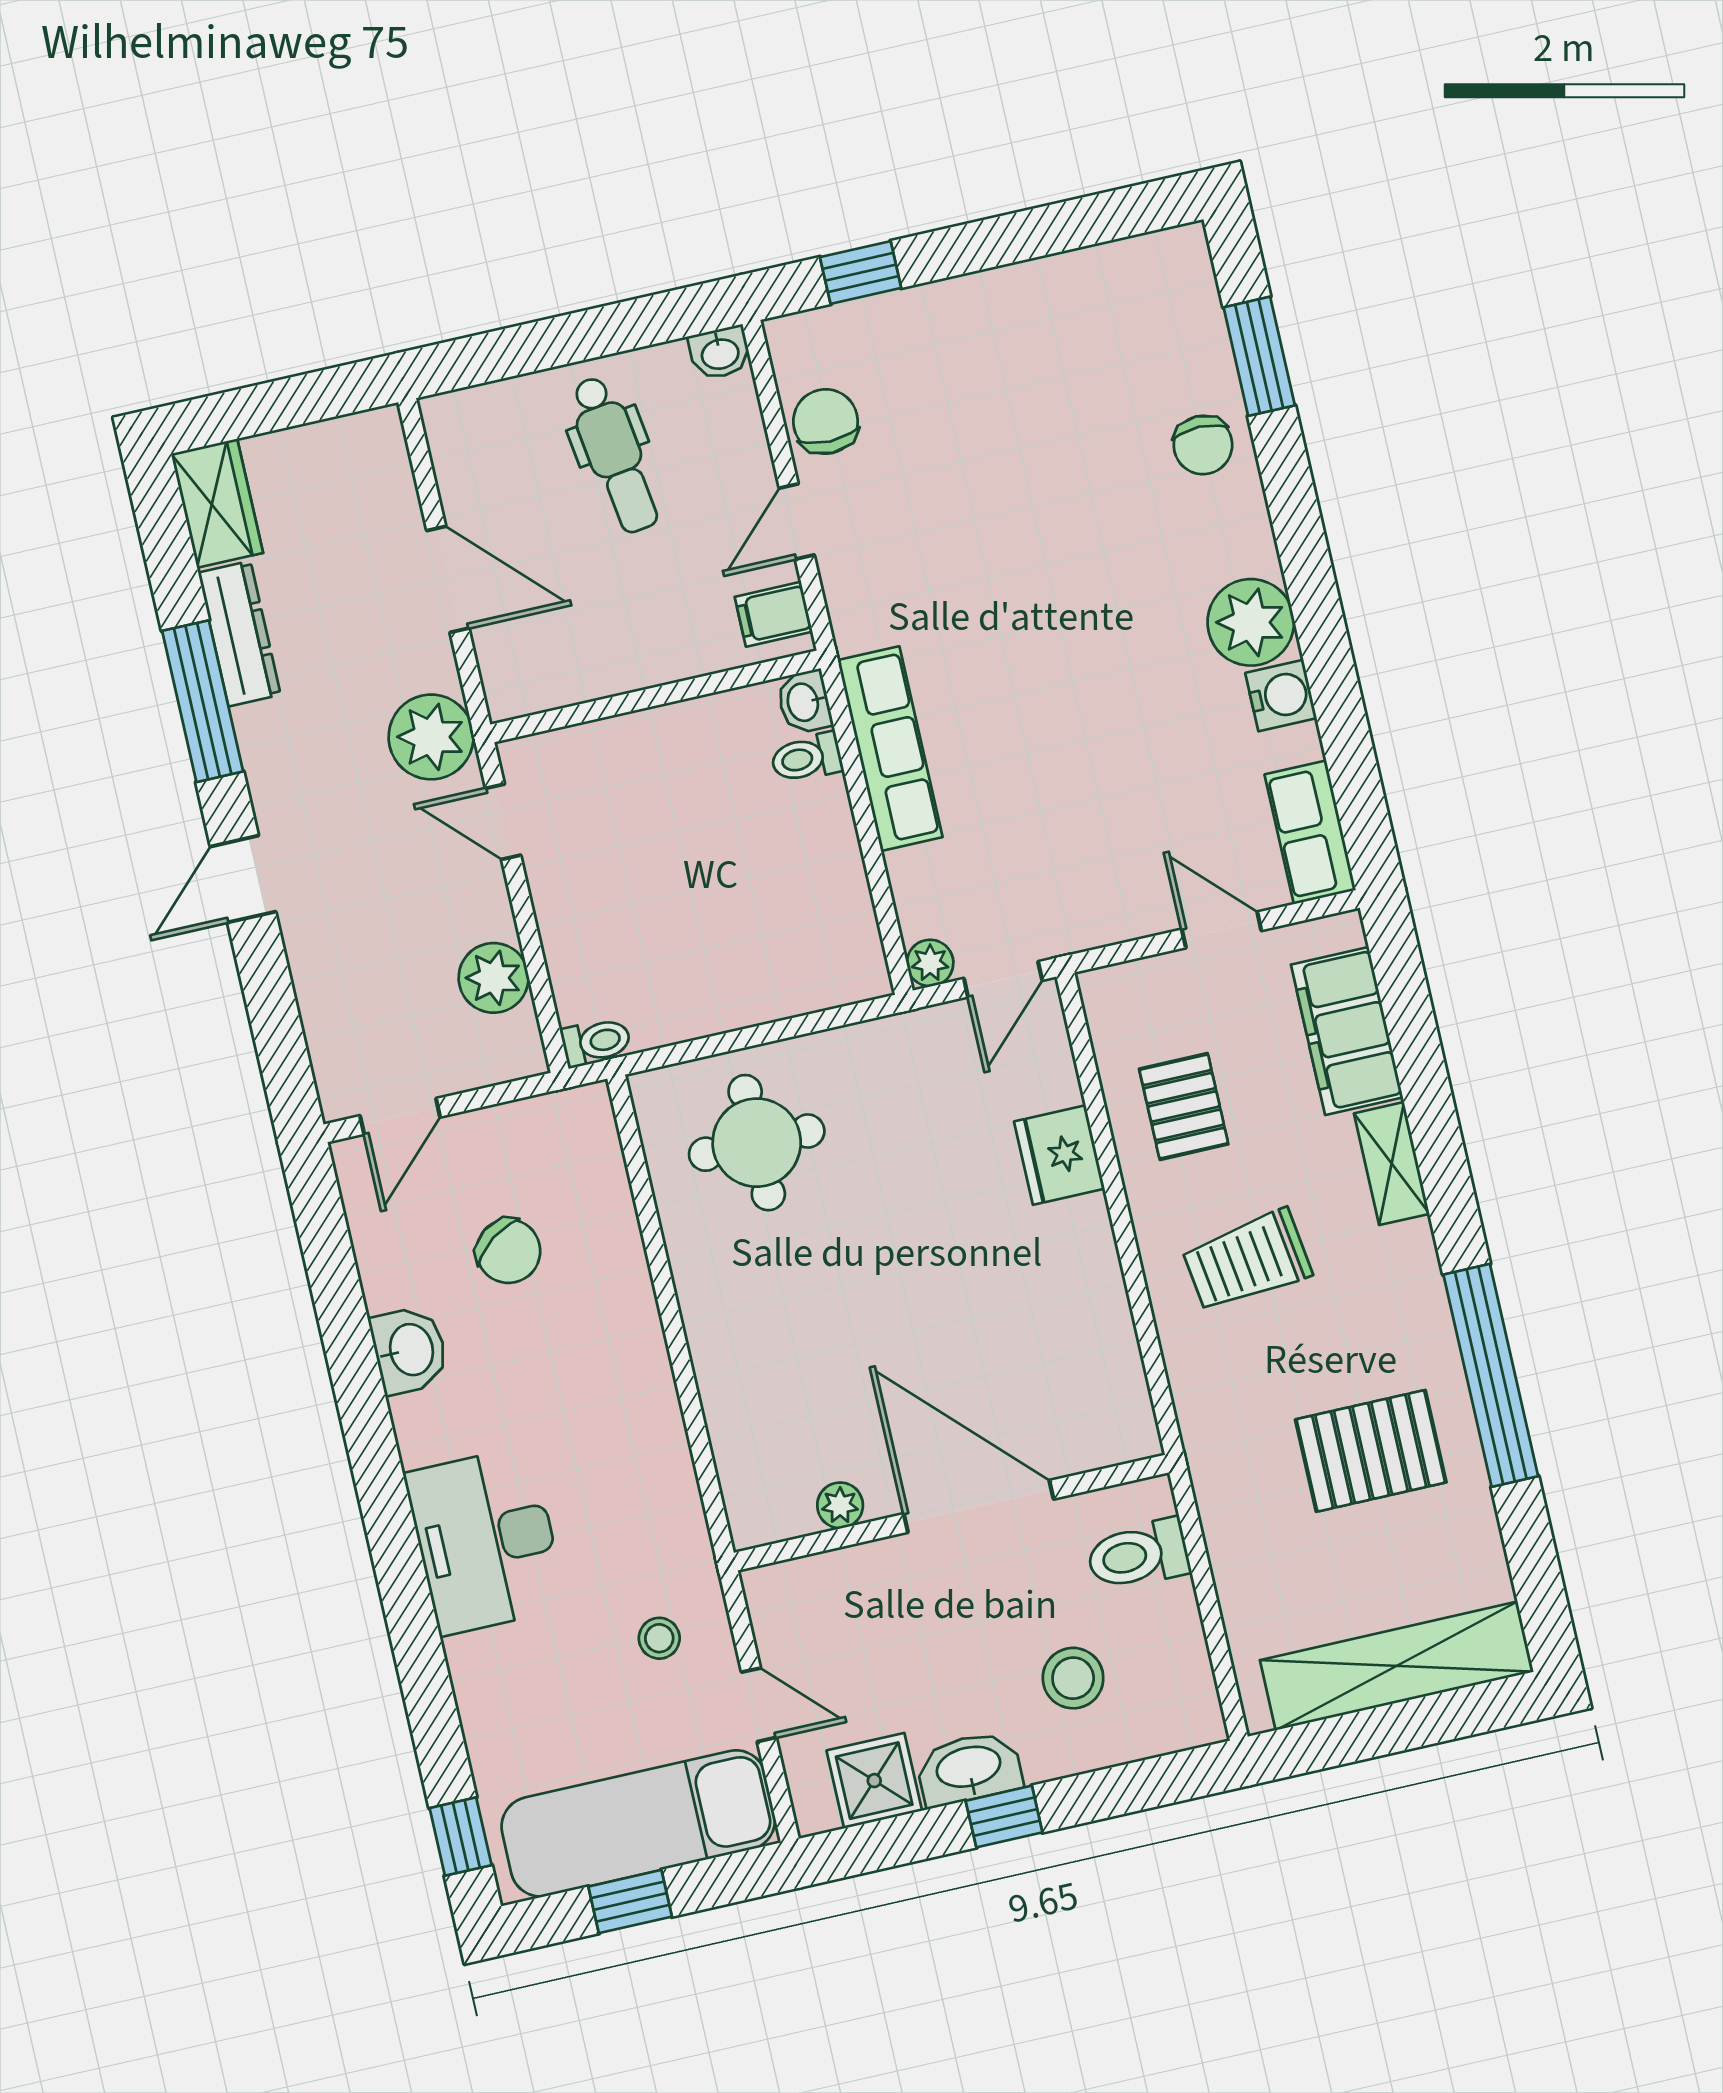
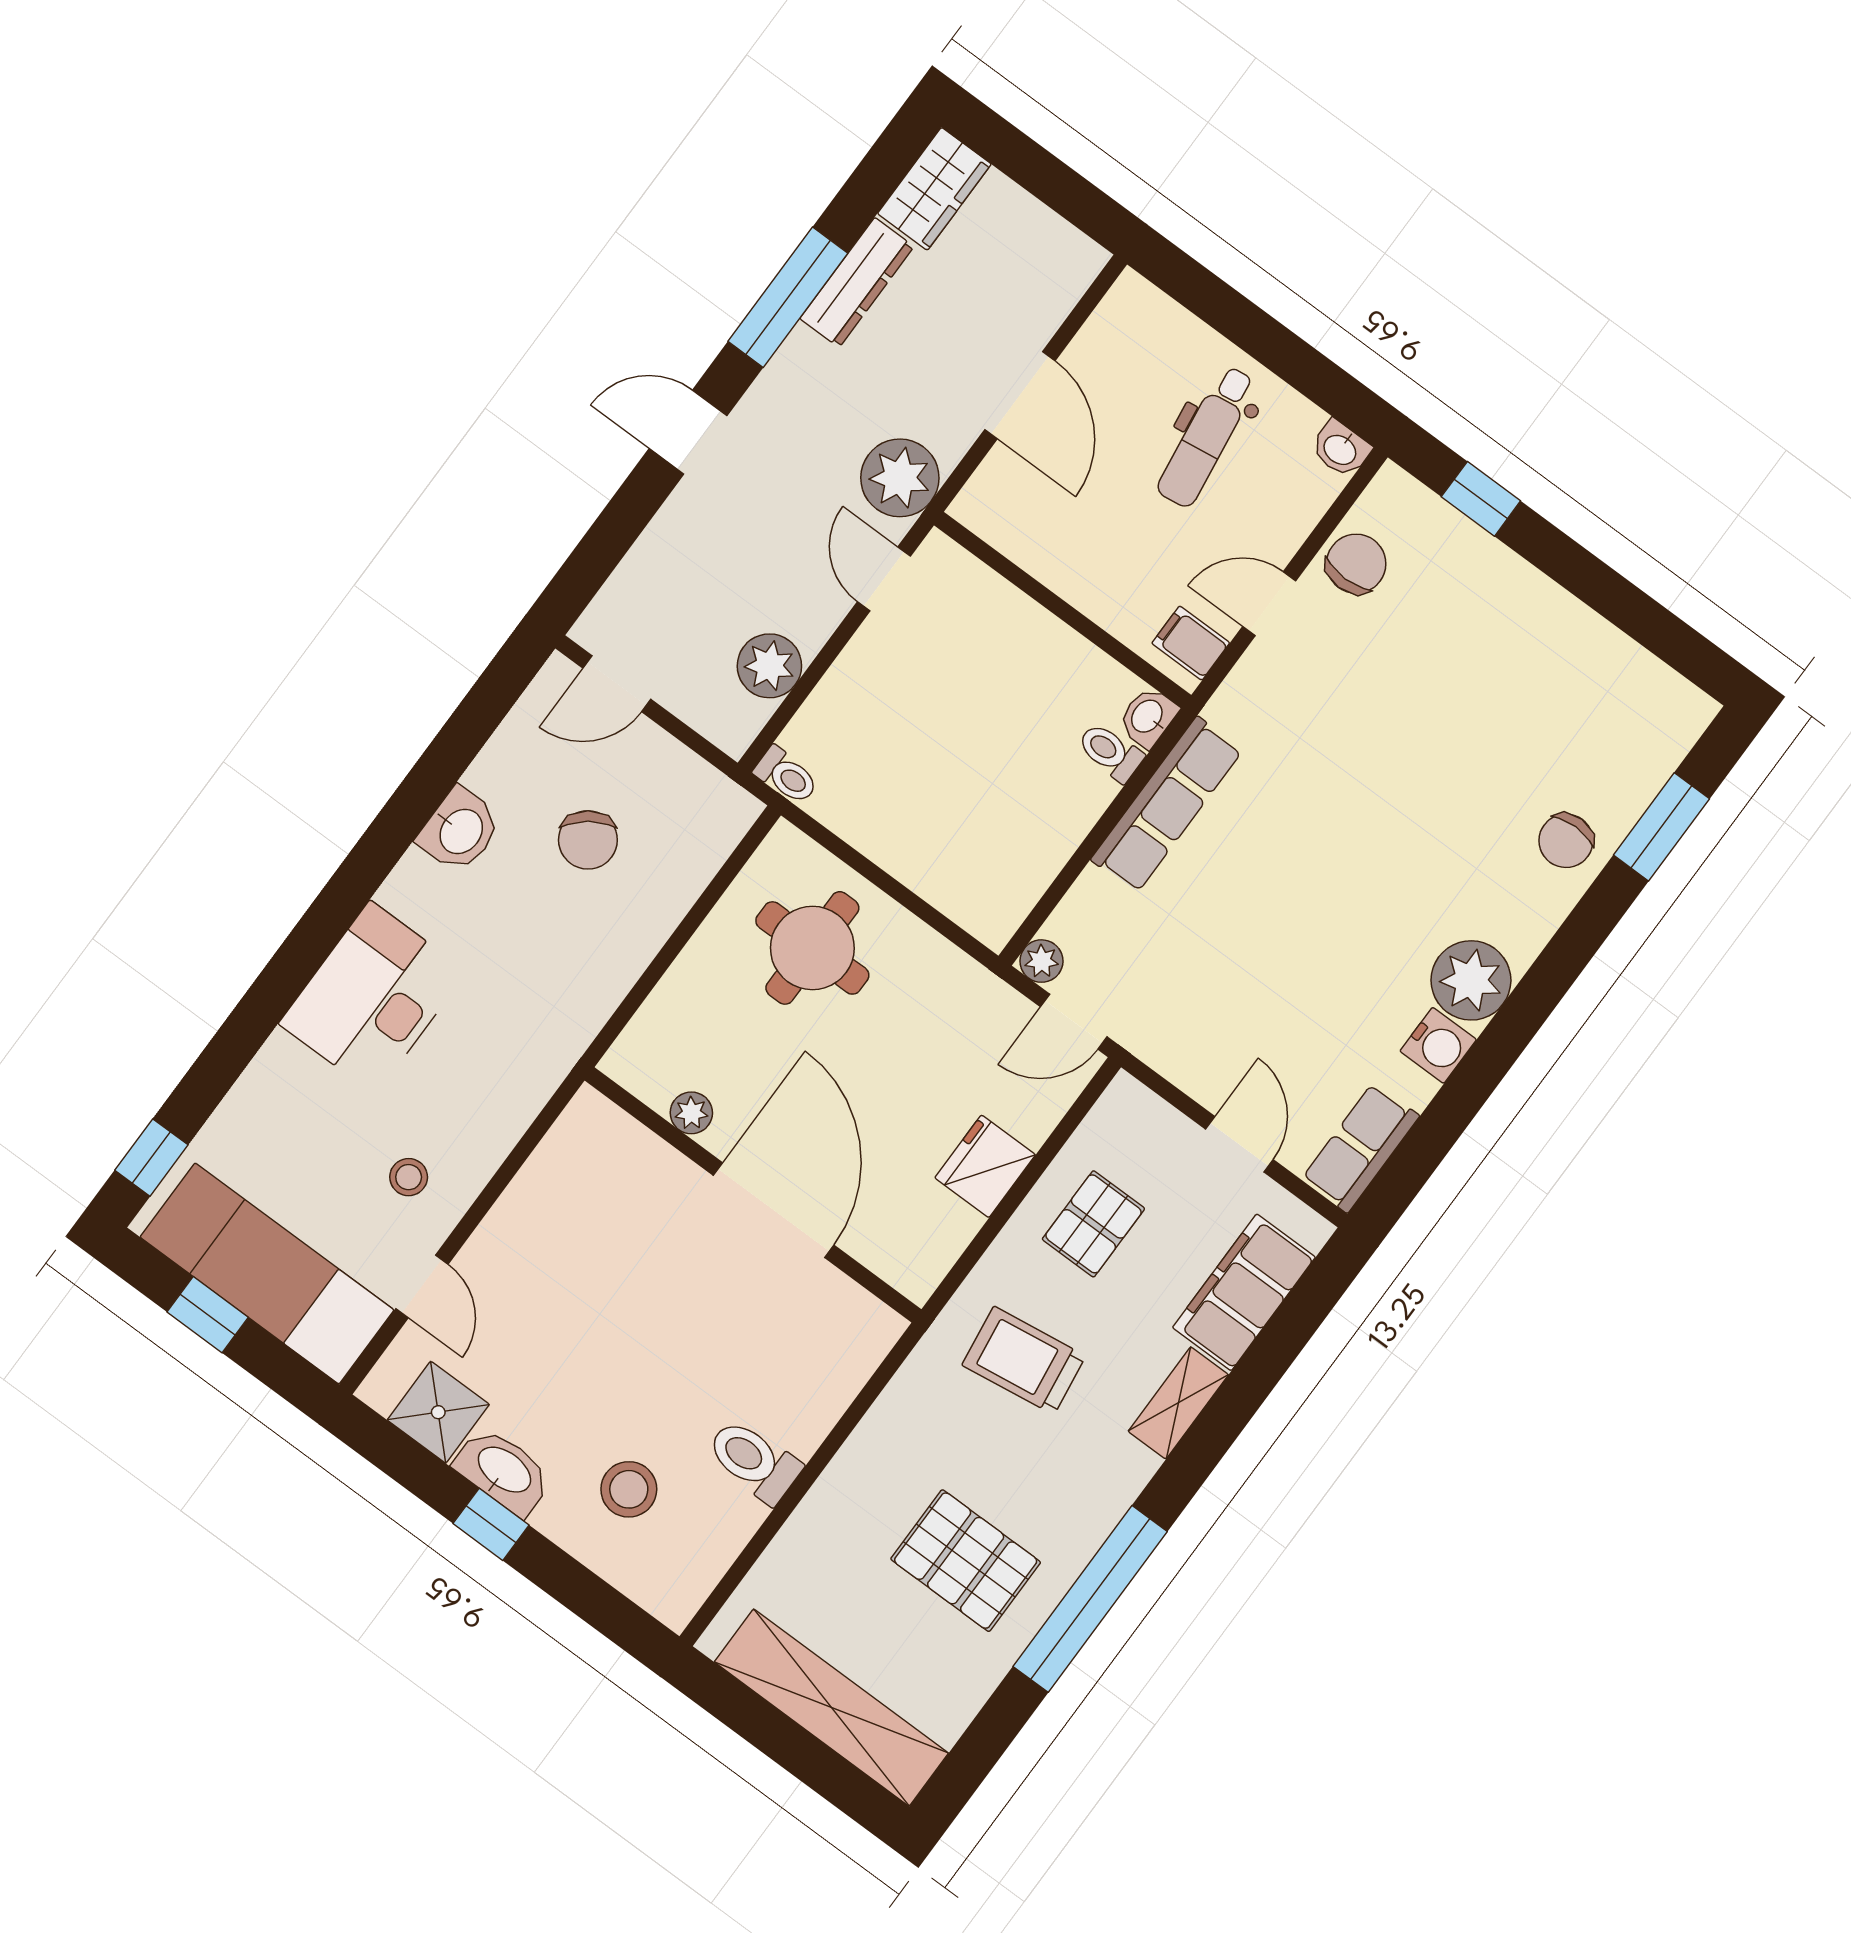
plant: (840, 1505) -> (691, 1113), moved
door: (979, 1506) -> (774, 1210), moved
wall: (951, 1513) -> (753, 1195), moved

